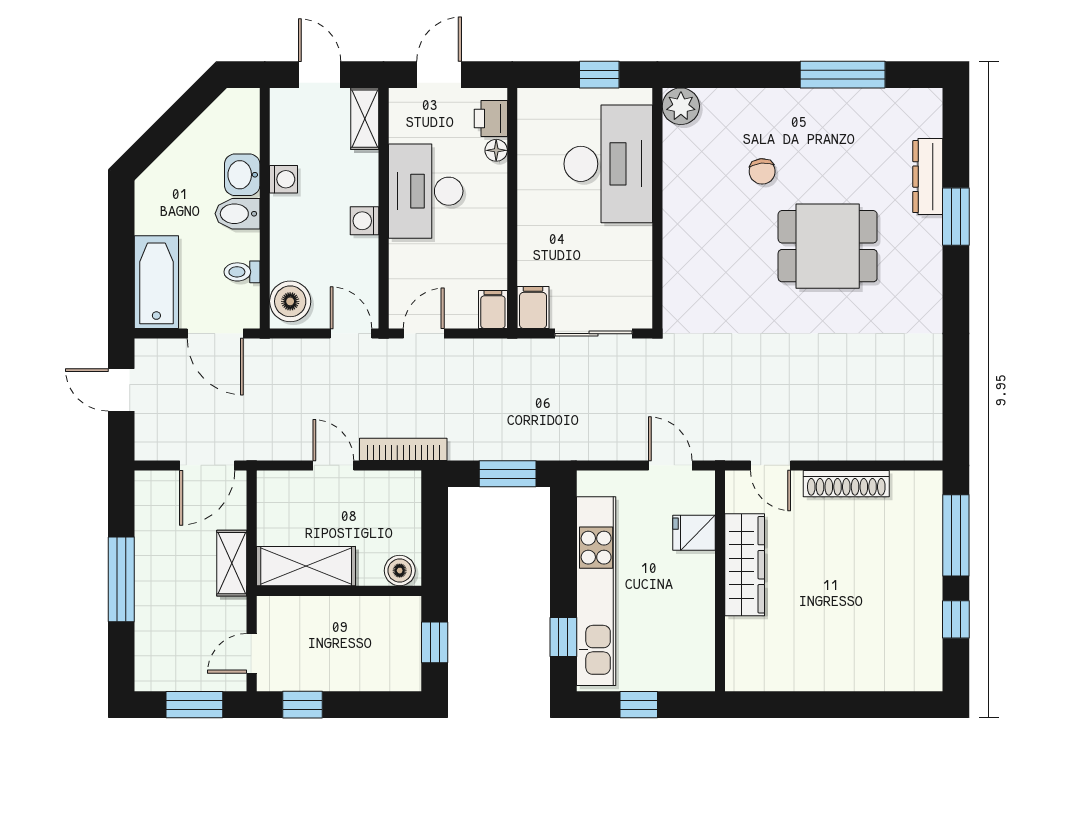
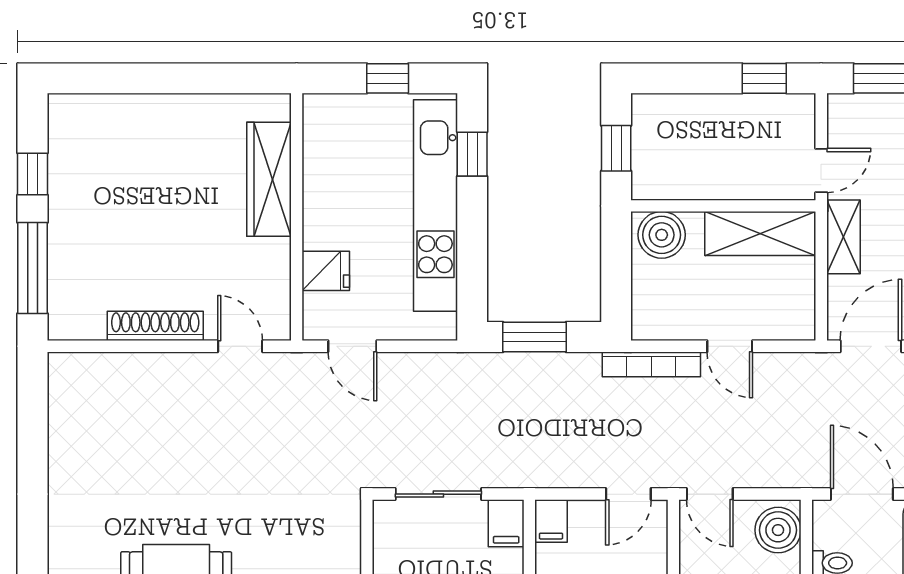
wardrobe: (745, 565) -> (269, 179), moved
boiler: (400, 571) -> (662, 235), width x1.36, depth x1.36
door: (252, 653) -> (821, 170), moved

